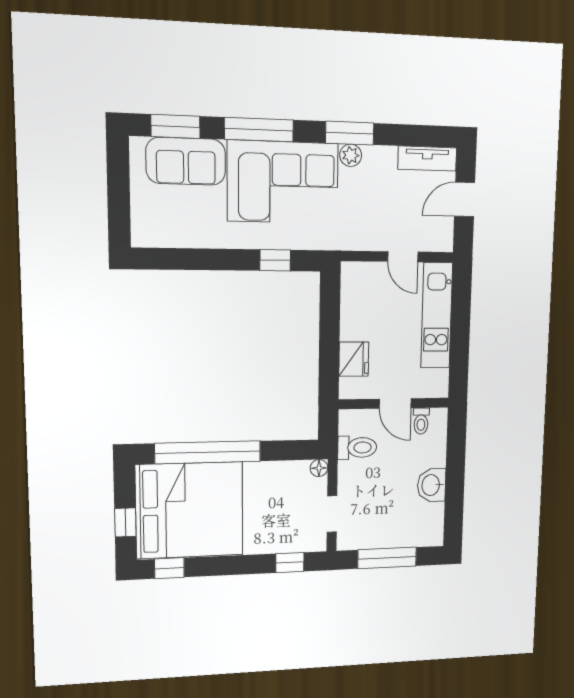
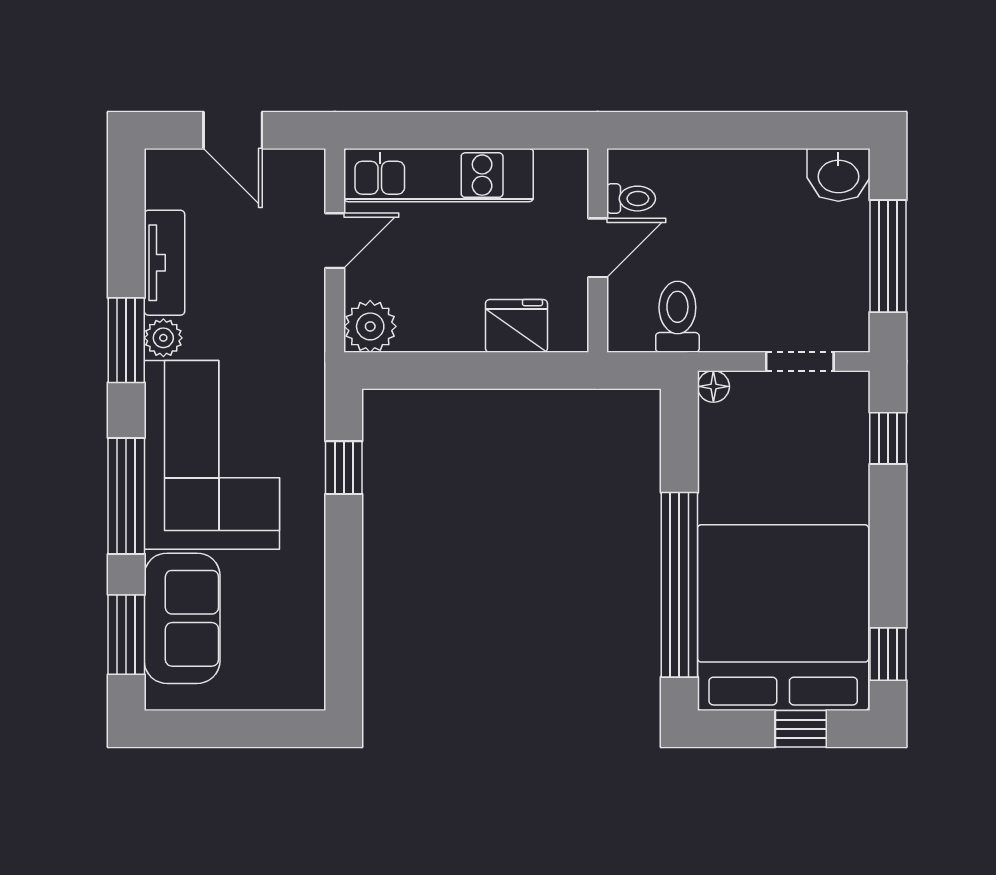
tv unit: (427, 159) -> (164, 263), moved
plant: (355, 276) -> (370, 326), added
washbasin: (432, 485) -> (838, 175), moved

